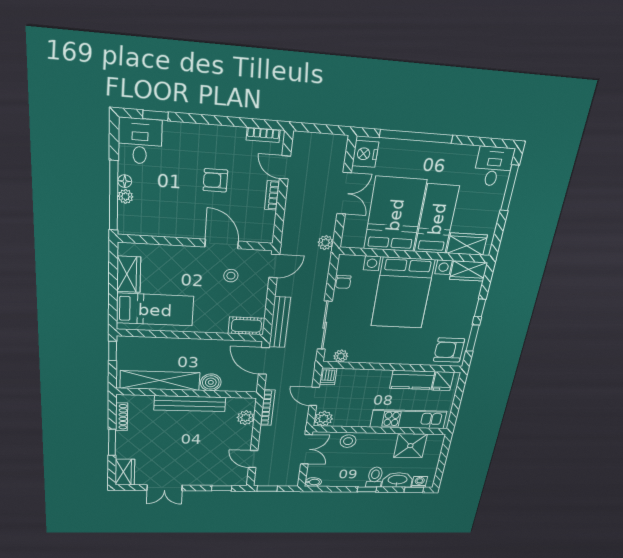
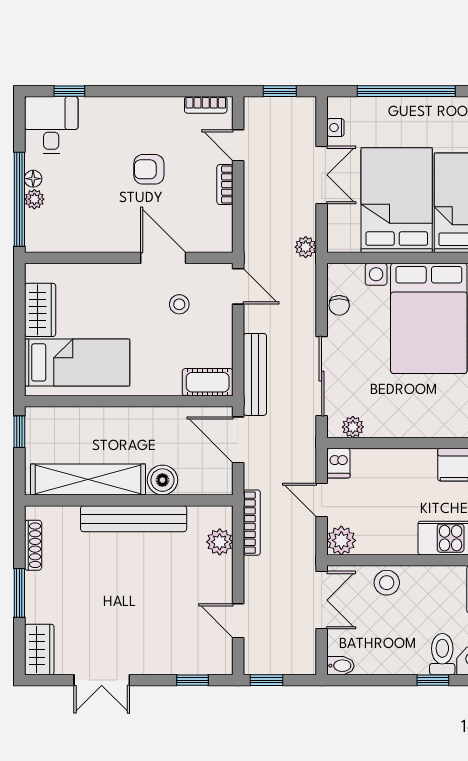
window: (321, 129) -> (280, 91), added
nightstand: (365, 154) -> (335, 128), width x0.53, depth x0.56
door: (274, 266) -> (238, 286), hinge flipped

